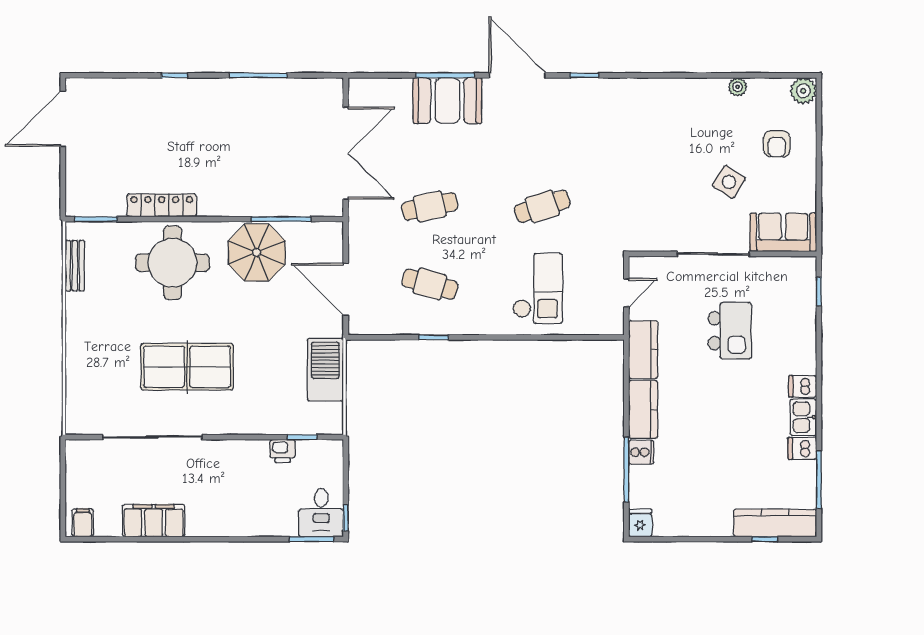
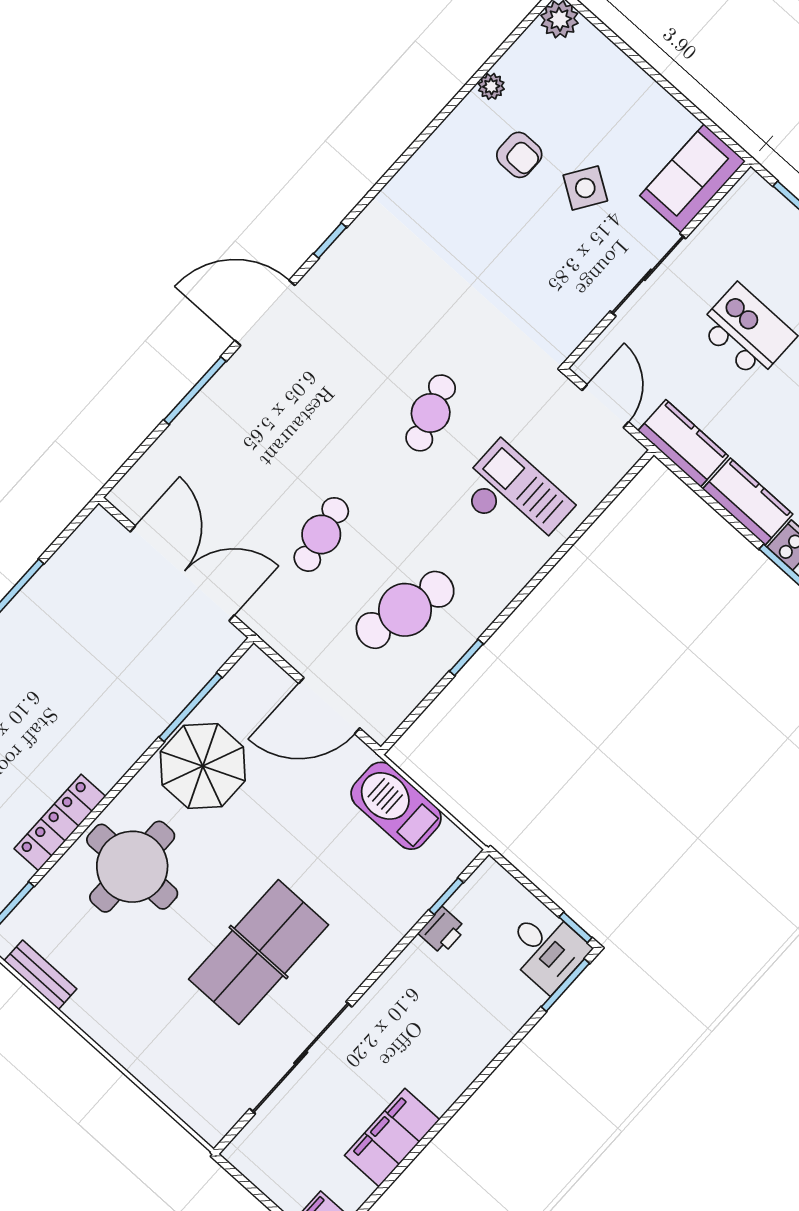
booth: (447, 101) -> (224, 413), removed
armchair: (777, 144) -> (519, 155), moved
cafe table: (430, 284) -> (405, 610), width x1.37, depth x1.35
door: (626, 293) -> (605, 406), width x1.38

